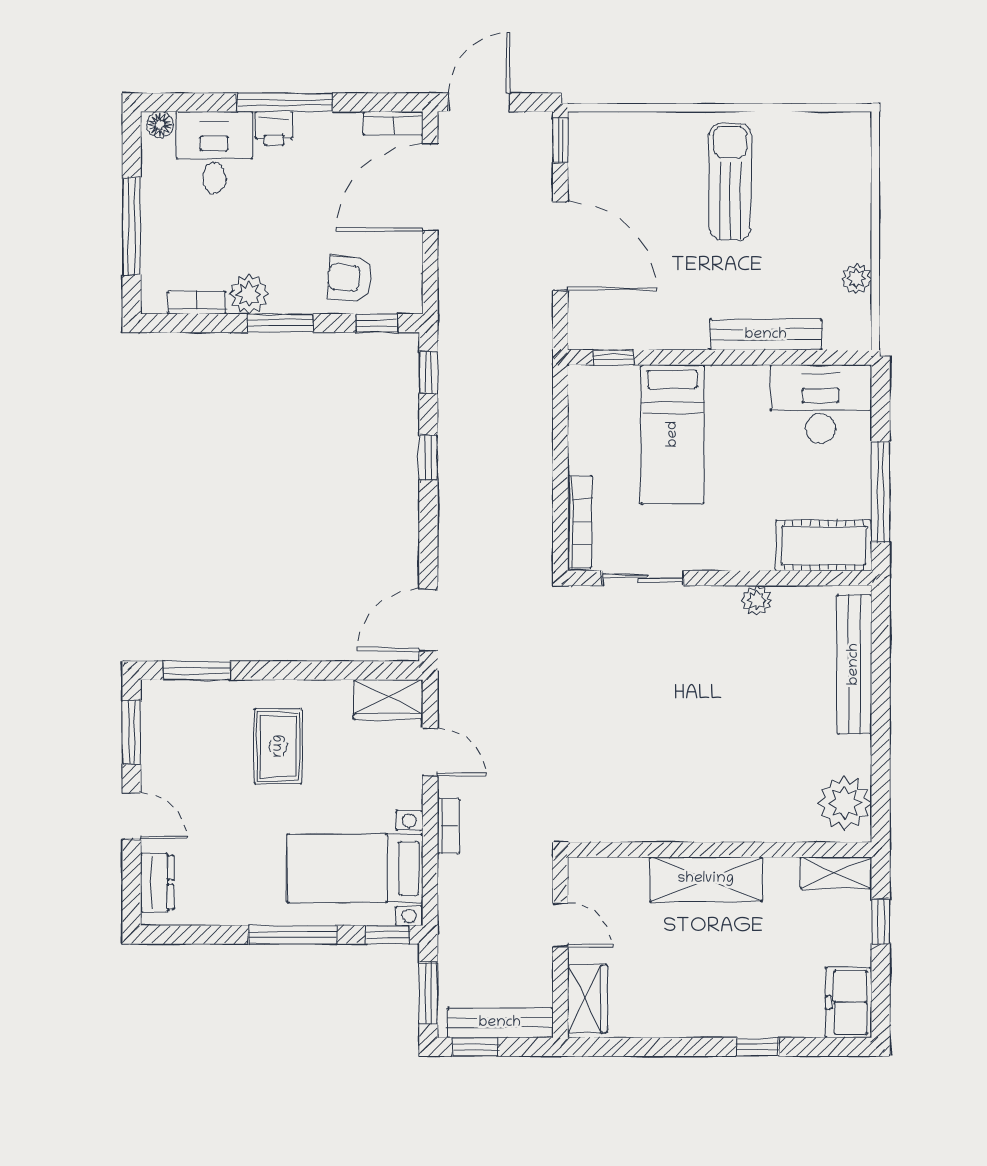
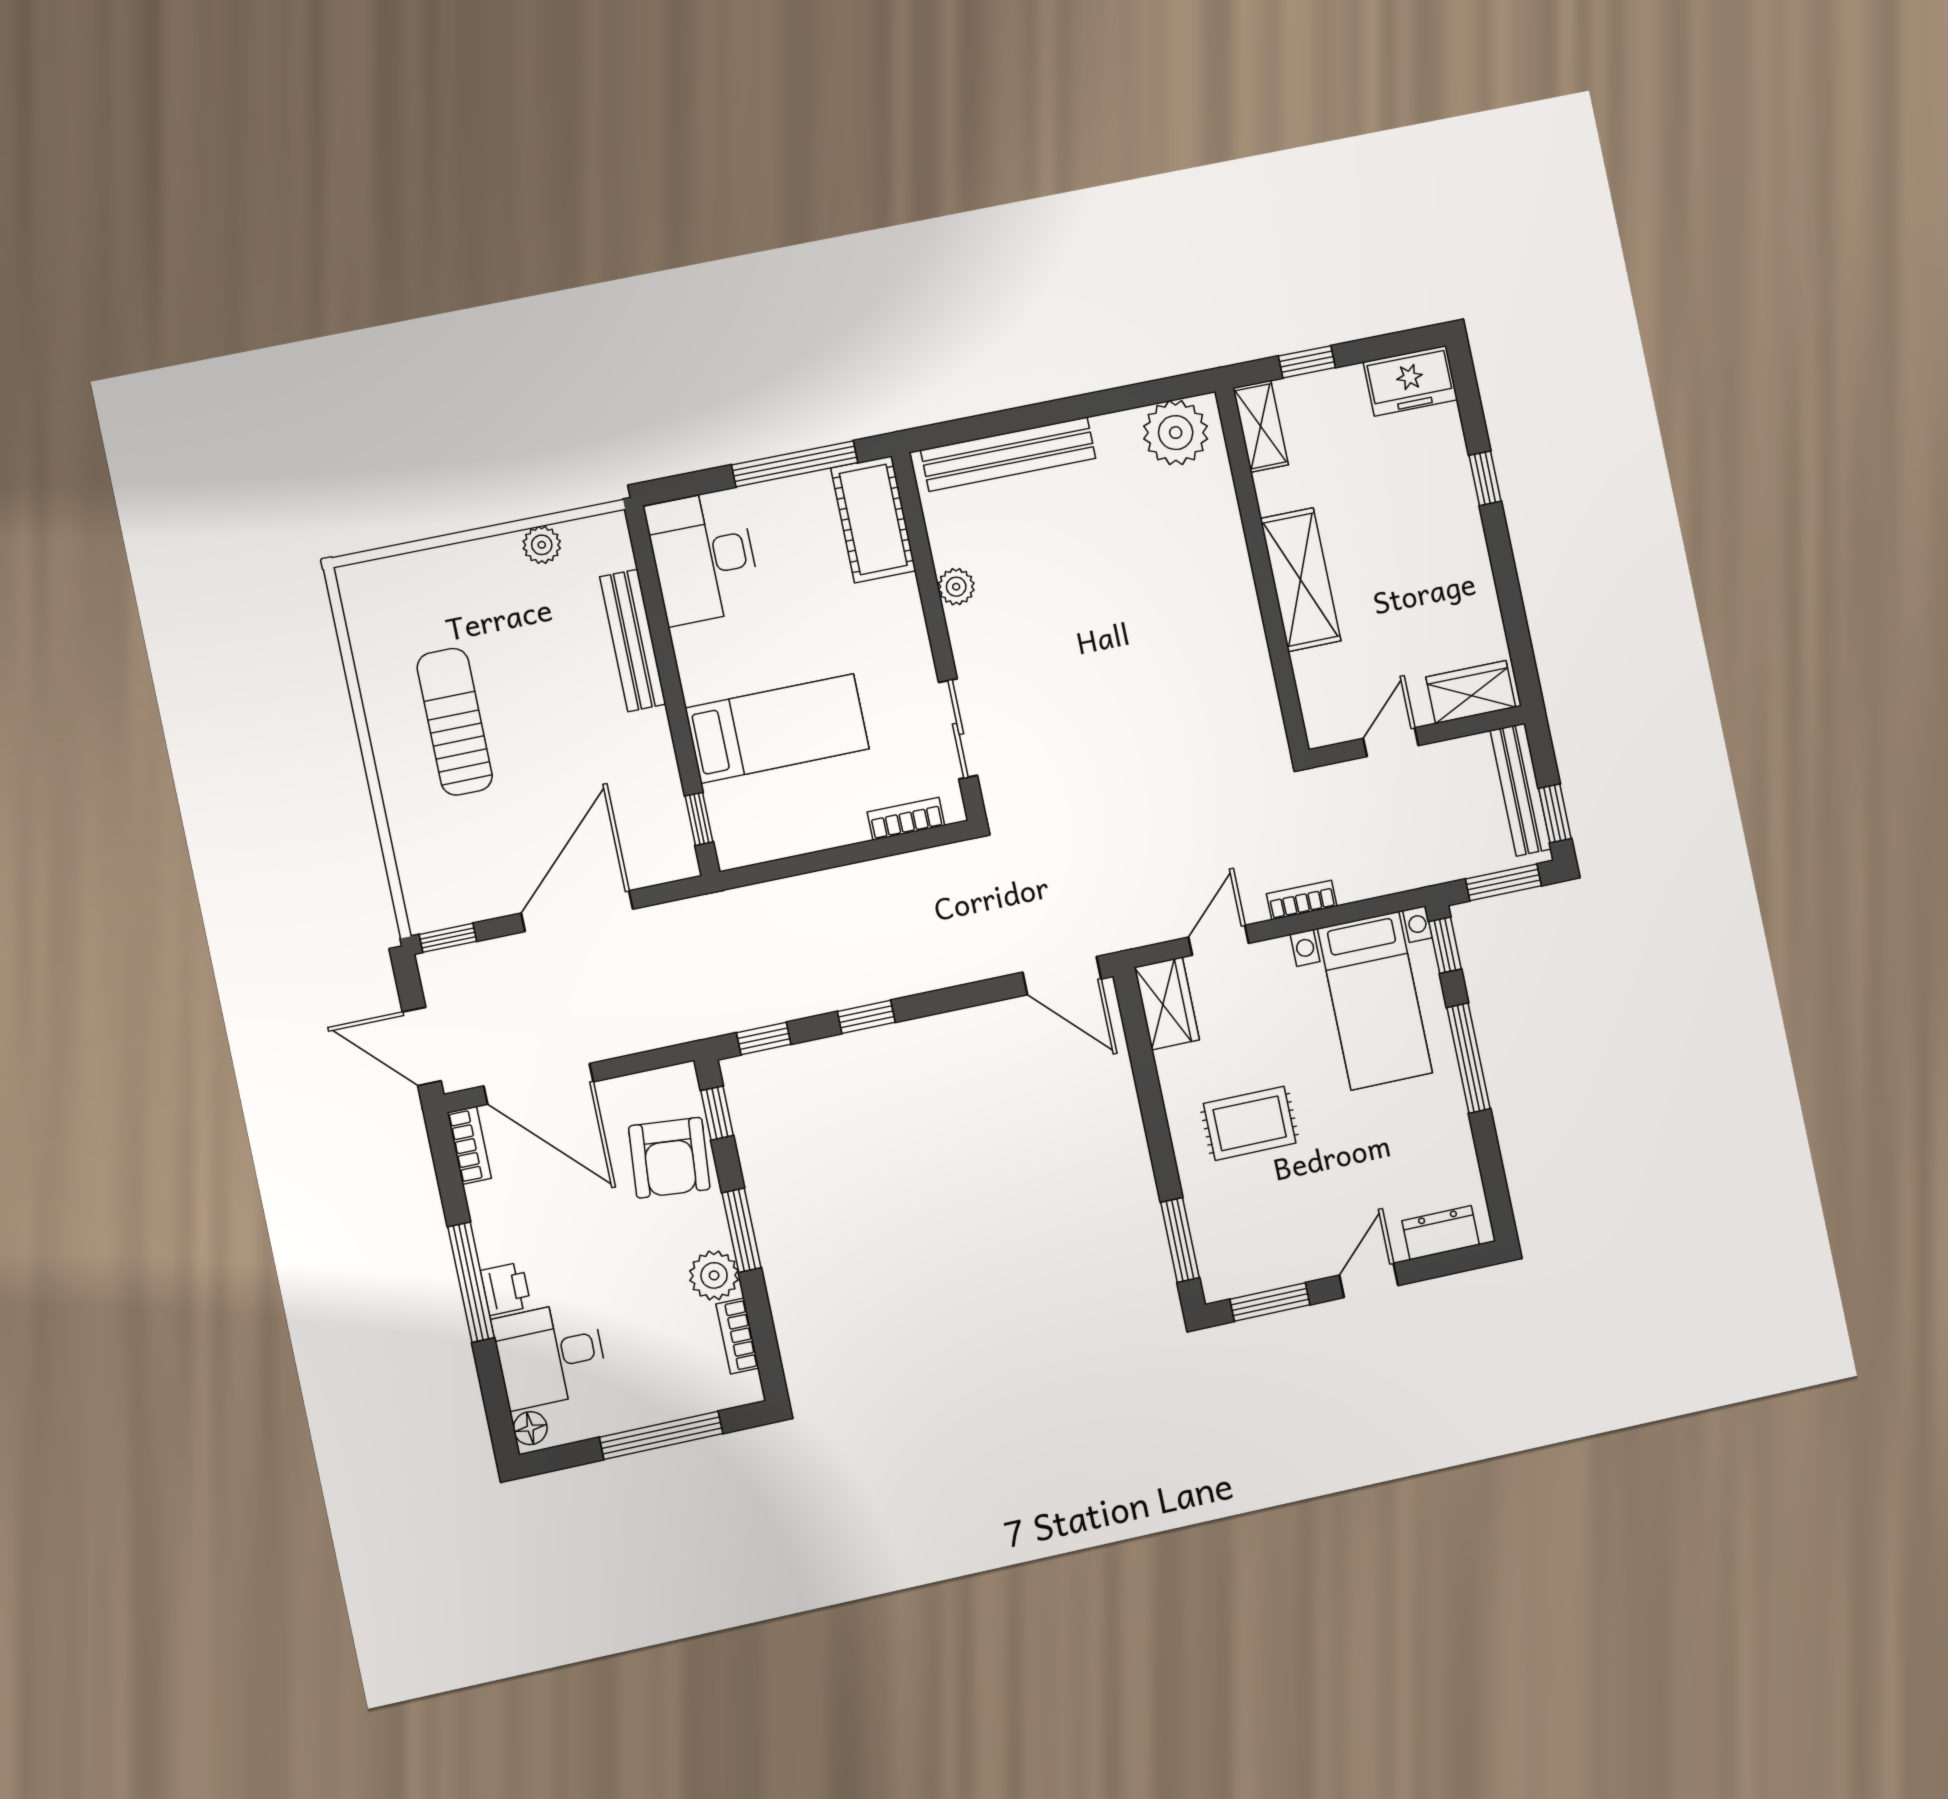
sun lounger: (730, 181) -> (455, 722), turned 90
armchair: (350, 278) -> (669, 1158), width x1.38, depth x1.38
bookcase: (580, 522) -> (906, 819), width x0.64

